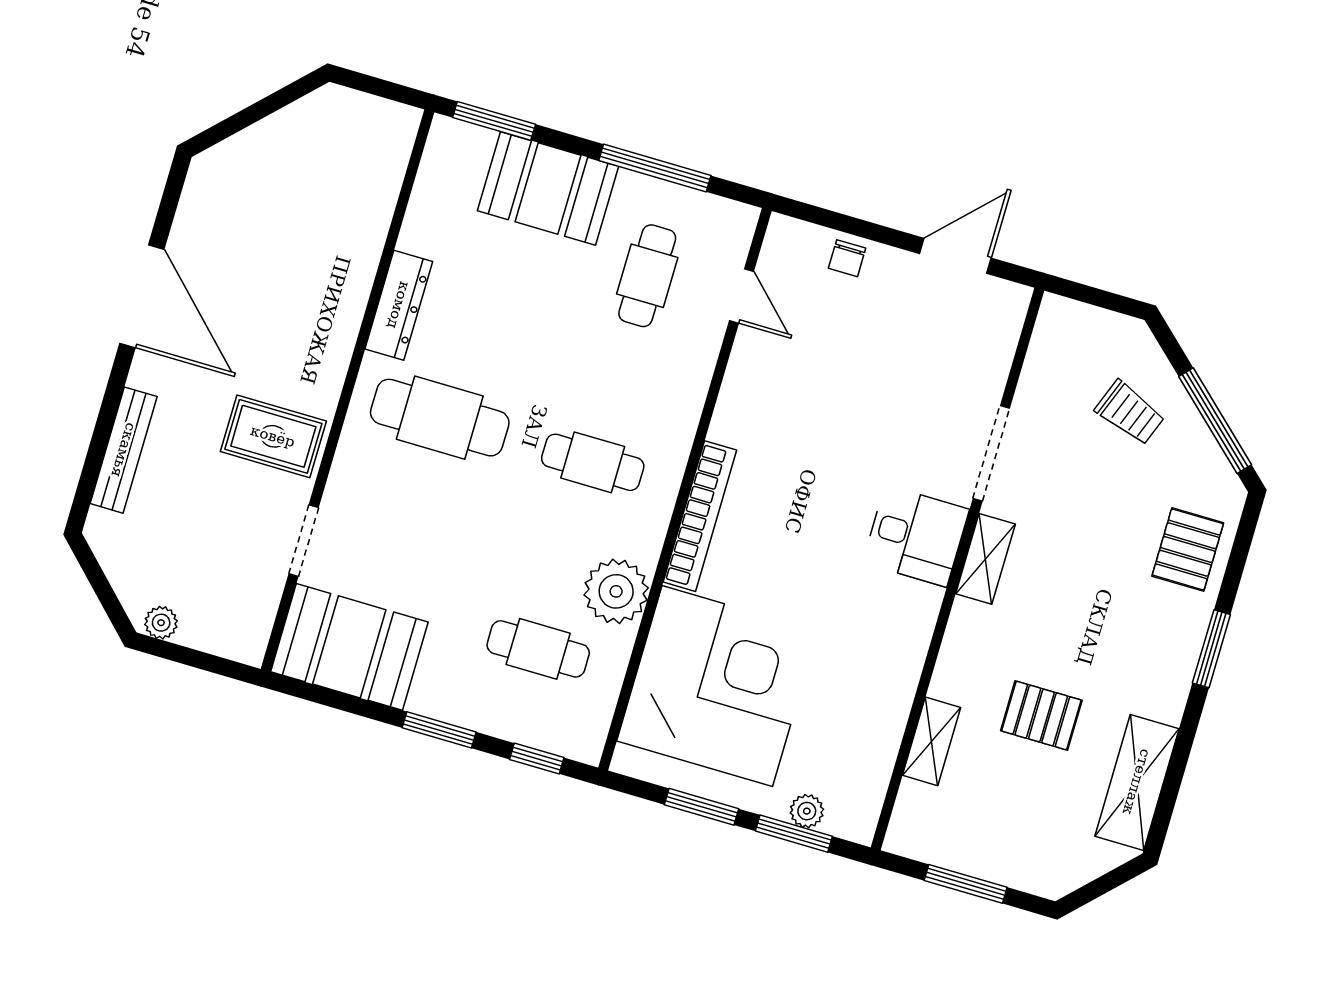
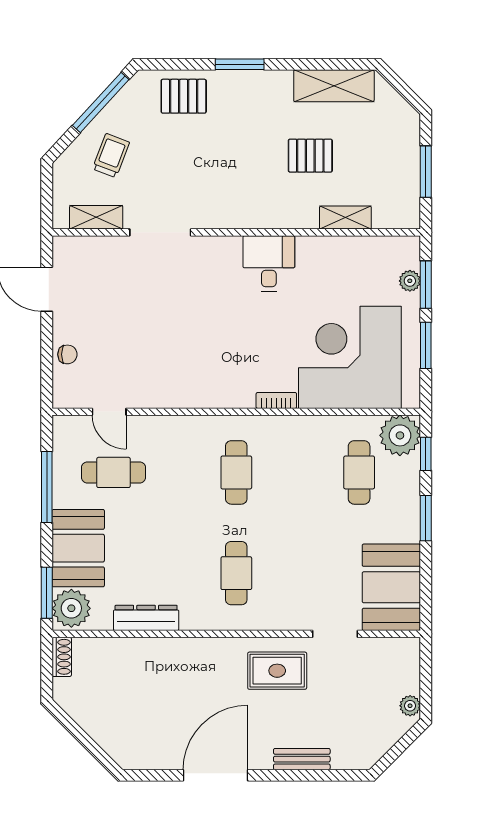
shoe rack: (390, 115) -> (62, 657), added
plant: (460, 151) -> (71, 608), added
door: (742, 296) -> (109, 412), swing flipped
dresser: (399, 305) -> (146, 618), moved
cafe table: (440, 418) -> (236, 573), width x0.73, depth x0.74
rug: (273, 436) -> (277, 671), turned 90
bench: (124, 450) -> (302, 759), width x0.73
bookcase: (700, 516) -> (276, 400), width x0.43, depth x0.76
desk: (916, 536) -> (269, 263), moved
shelving: (985, 559) -> (96, 217), moved
plant: (616, 591) -> (400, 435), moved
pallet: (1041, 716) -> (310, 156), turned 90

